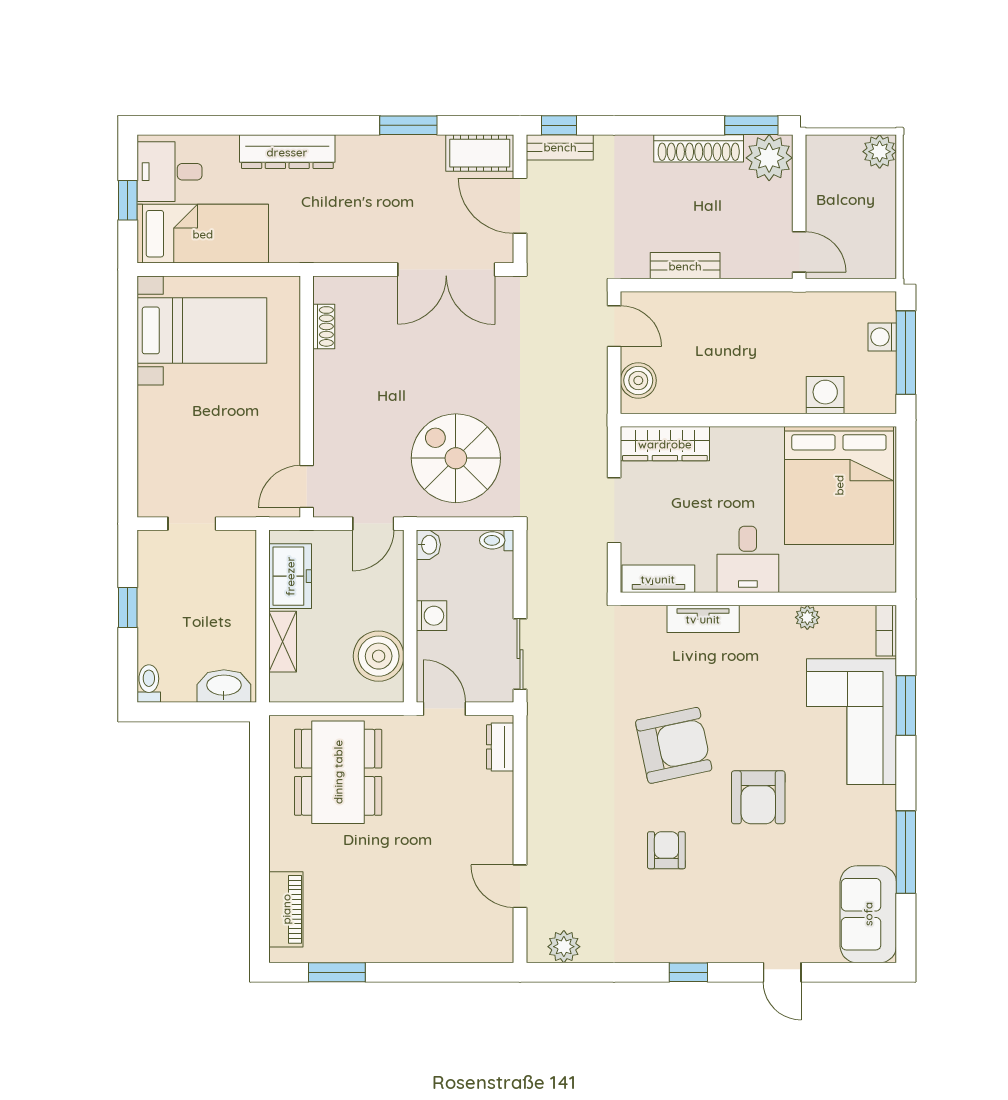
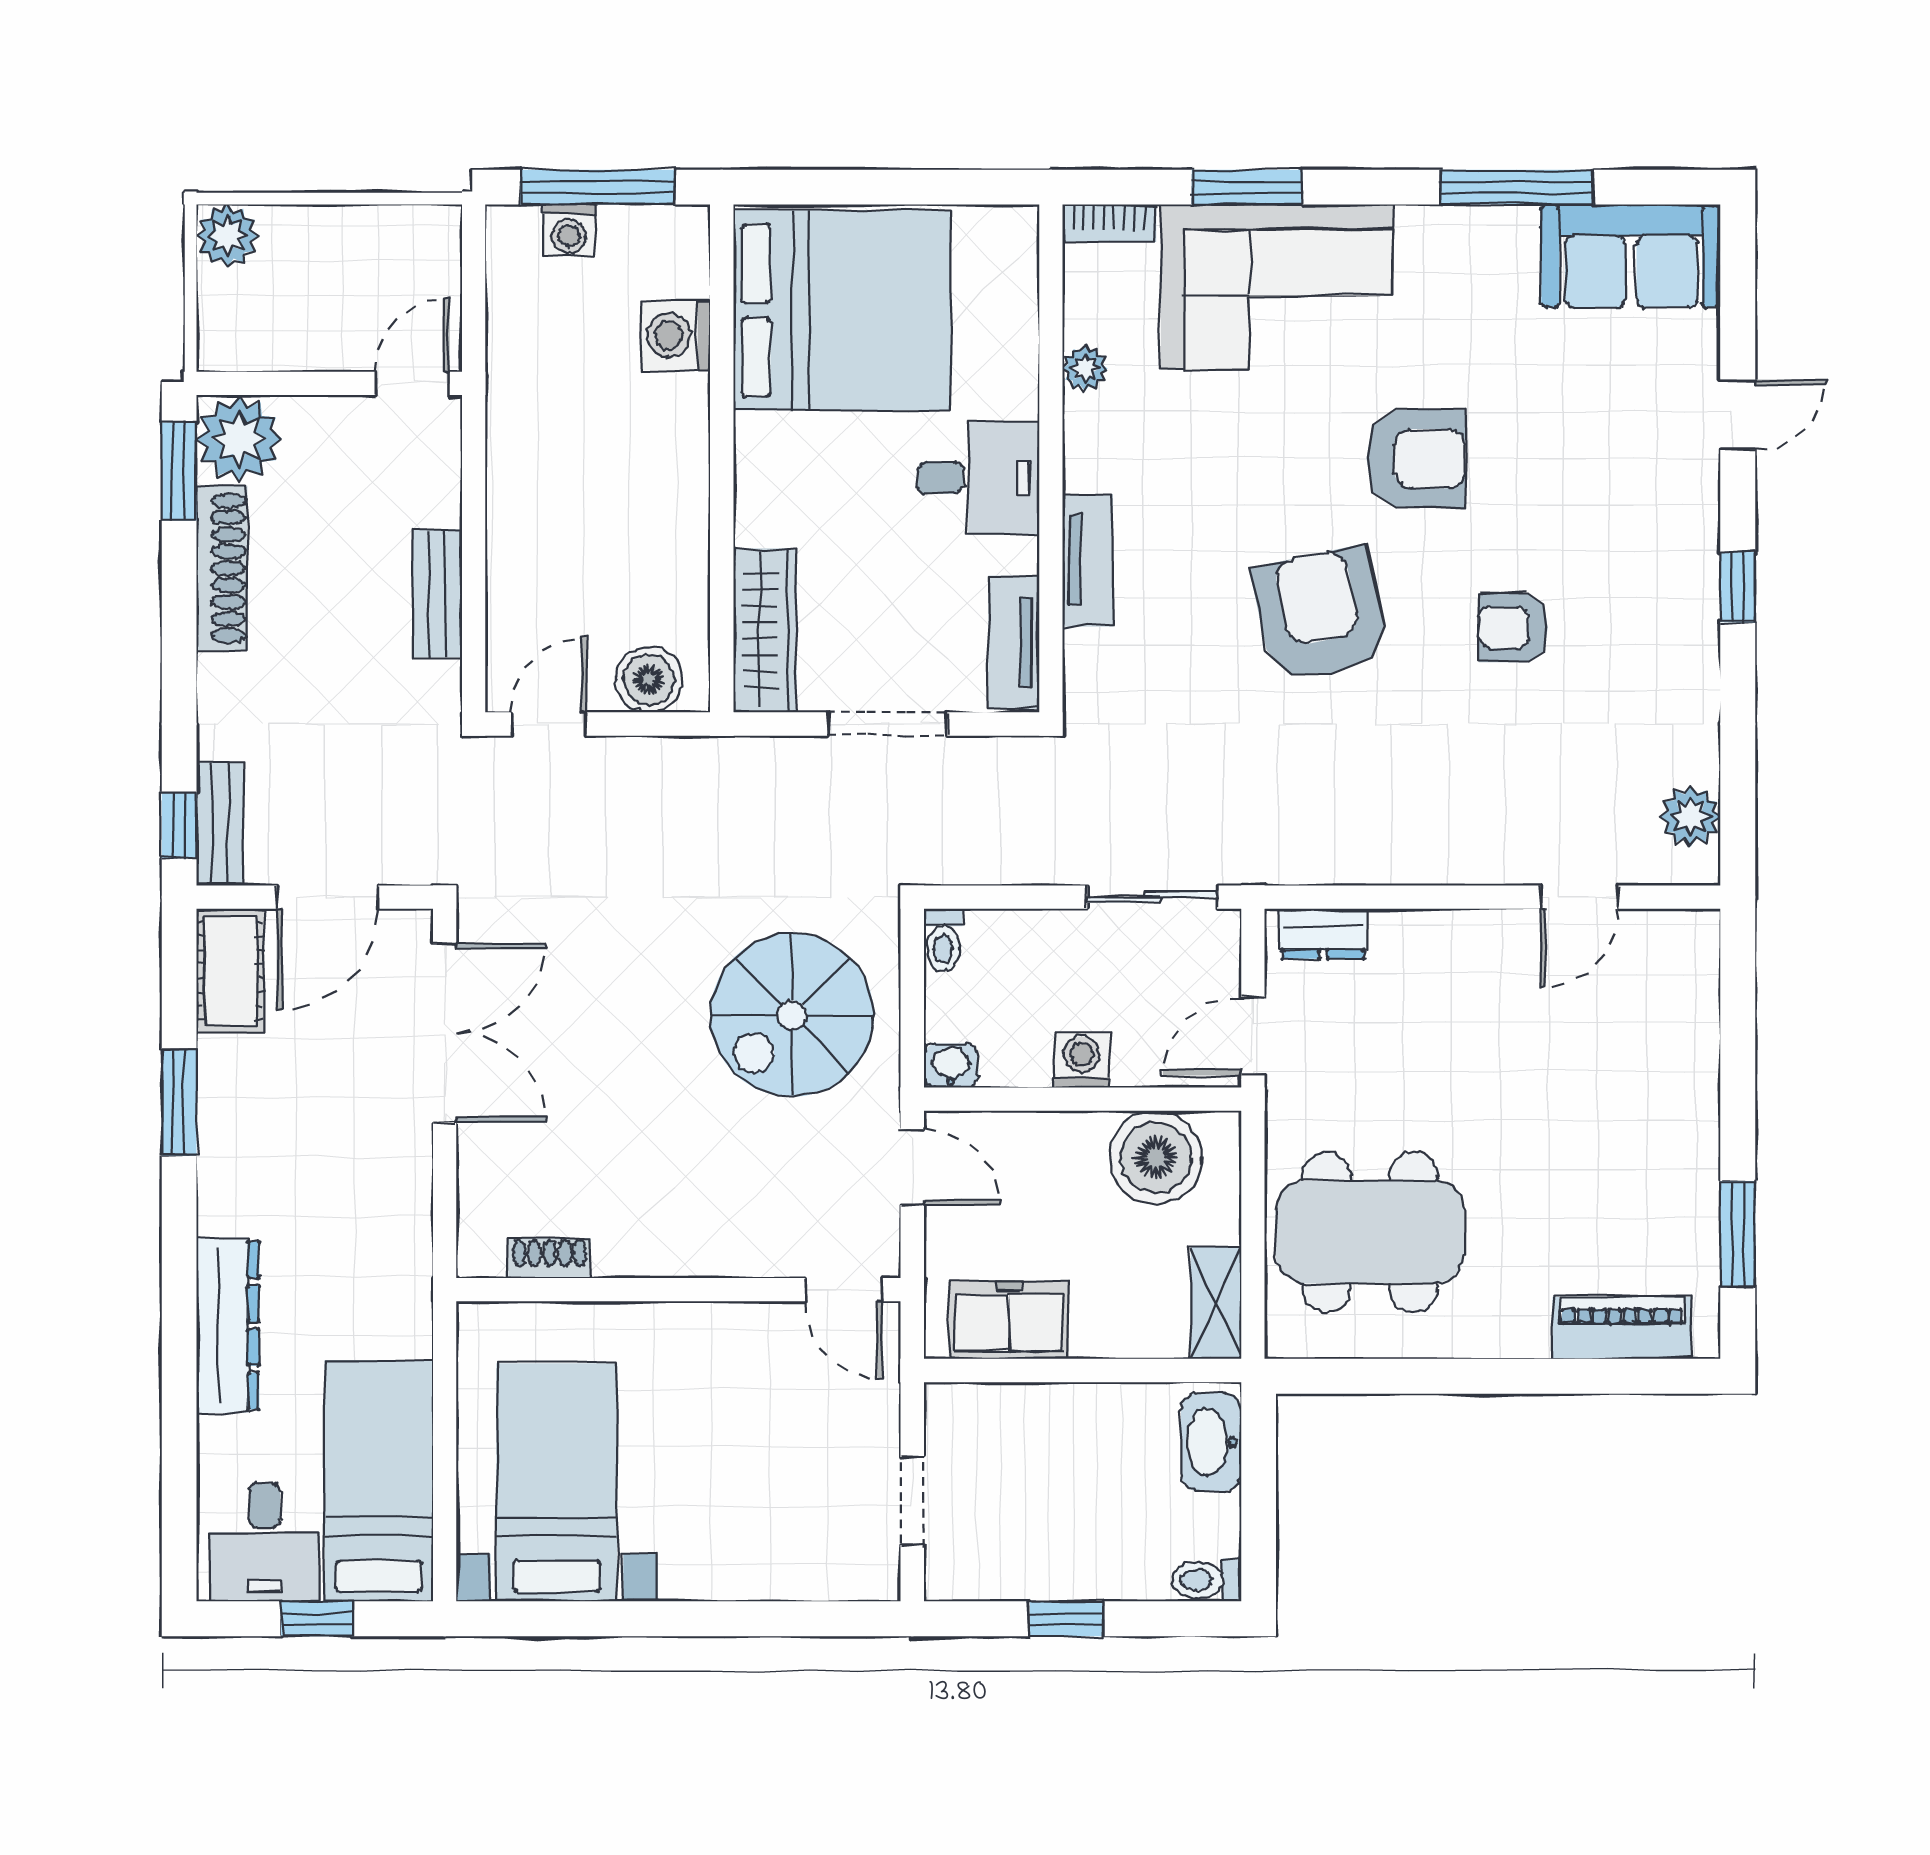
shelving: (283, 642) -> (1216, 1303), moved, turned 90

